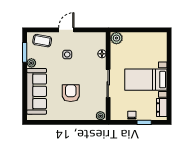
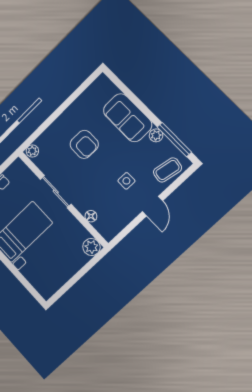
window: (25, 52) -> (174, 139), width x1.44
sofa: (37, 91) -> (128, 118), width x0.73

